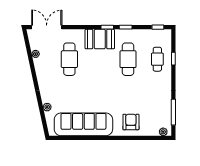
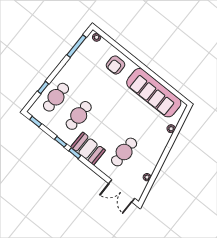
cafe table: (157, 59) -> (56, 97), width x1.37, depth x1.35

